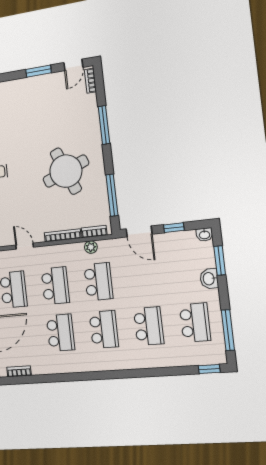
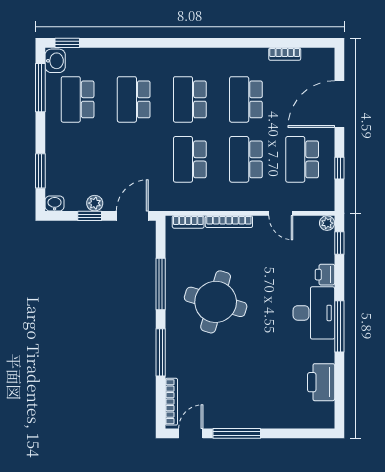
window: (39, 71) -> (237, 433), width x1.44
bookcase: (90, 81) -> (171, 402), width x1.56
round table: (66, 171) -> (216, 302), turned 38
window: (112, 195) -> (161, 284), moved
door: (139, 231) -> (132, 216), hinge flipped
plant: (91, 247) -> (95, 203), moved
washbasin: (209, 279) -> (55, 61), moved
bookcase: (19, 371) -> (285, 54), moved

